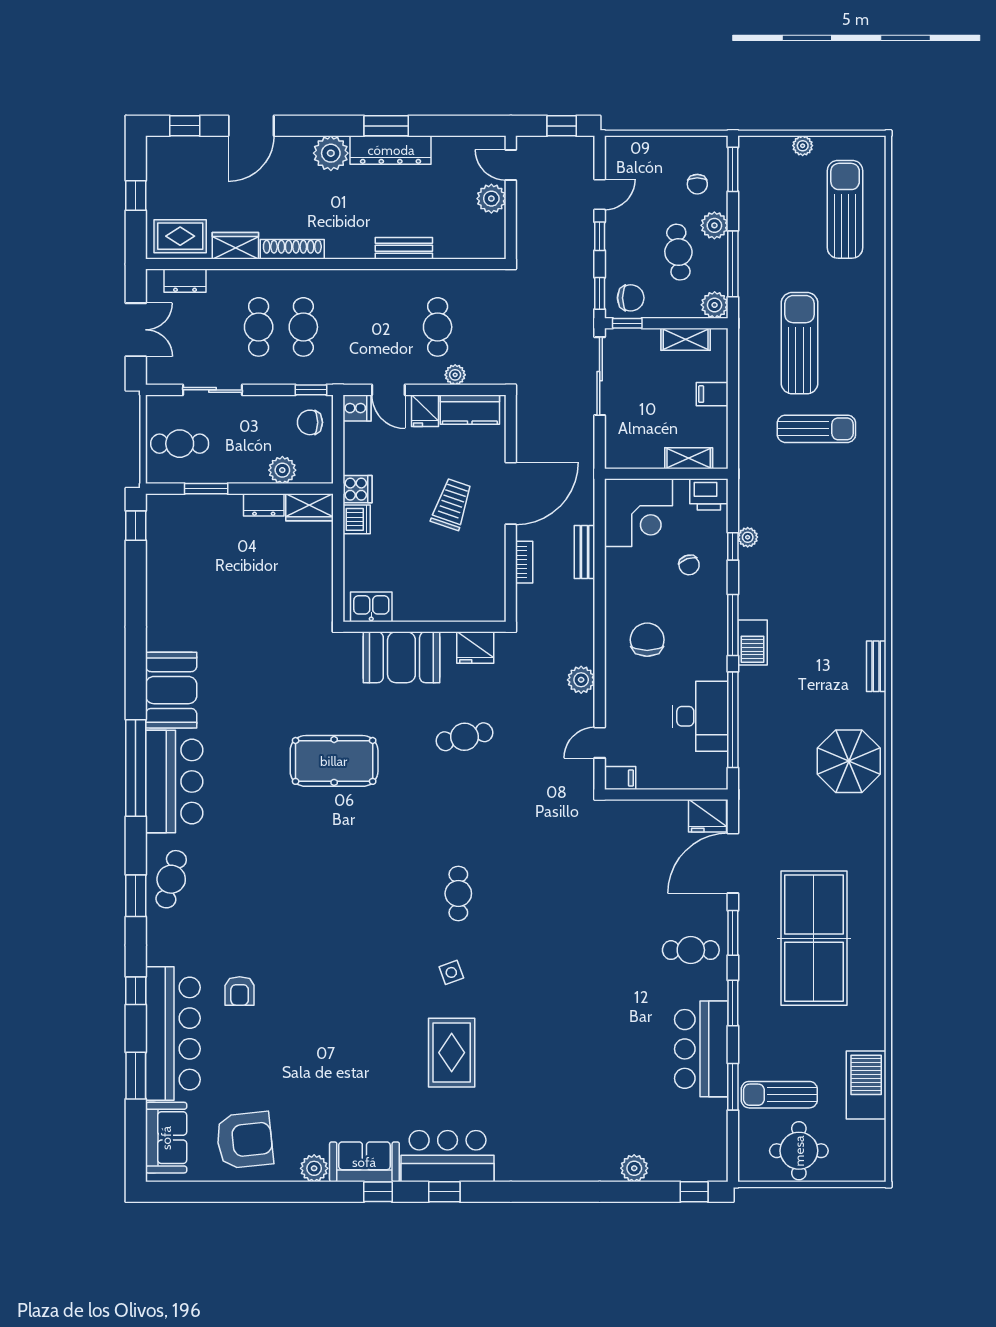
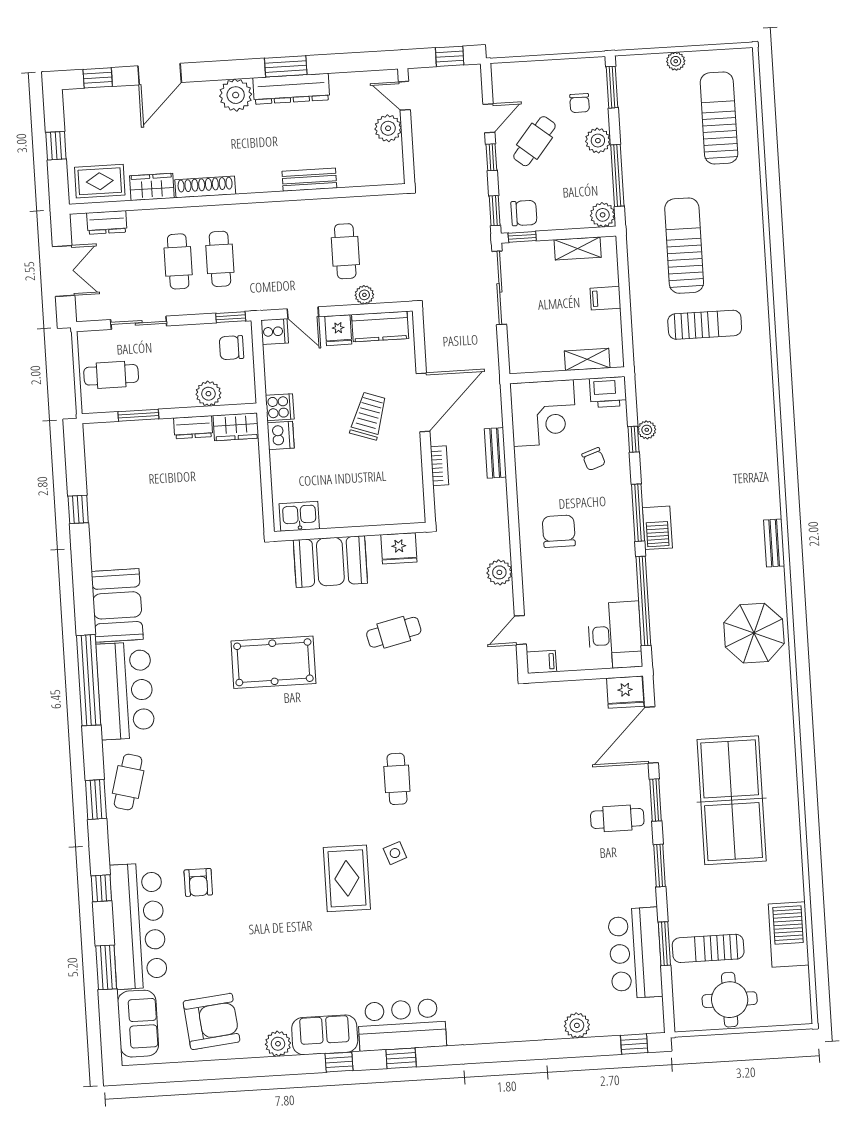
cafe table: (678, 252) -> (534, 141), moved, turned 45
window: (136, 526) -> (78, 509), moved
desk: (700, 716) -> (615, 635), moved
bar counter: (701, 1049) -> (635, 953), moved
rug: (452, 1053) -> (347, 878), moved

